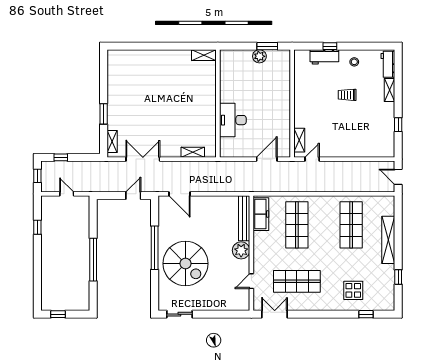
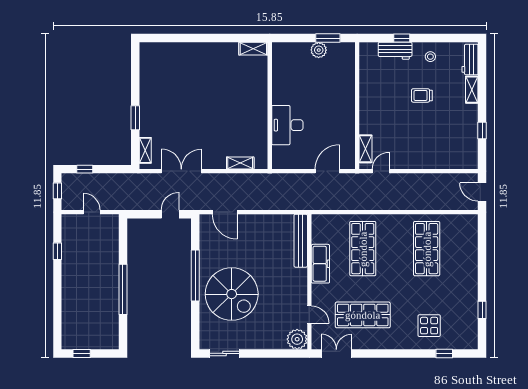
freezer: (261, 214) -> (320, 264), moved
shelving: (388, 240) -> (470, 266), removed
plant: (241, 250) -> (297, 339), moved
door: (251, 281) -> (309, 315), swing flipped

